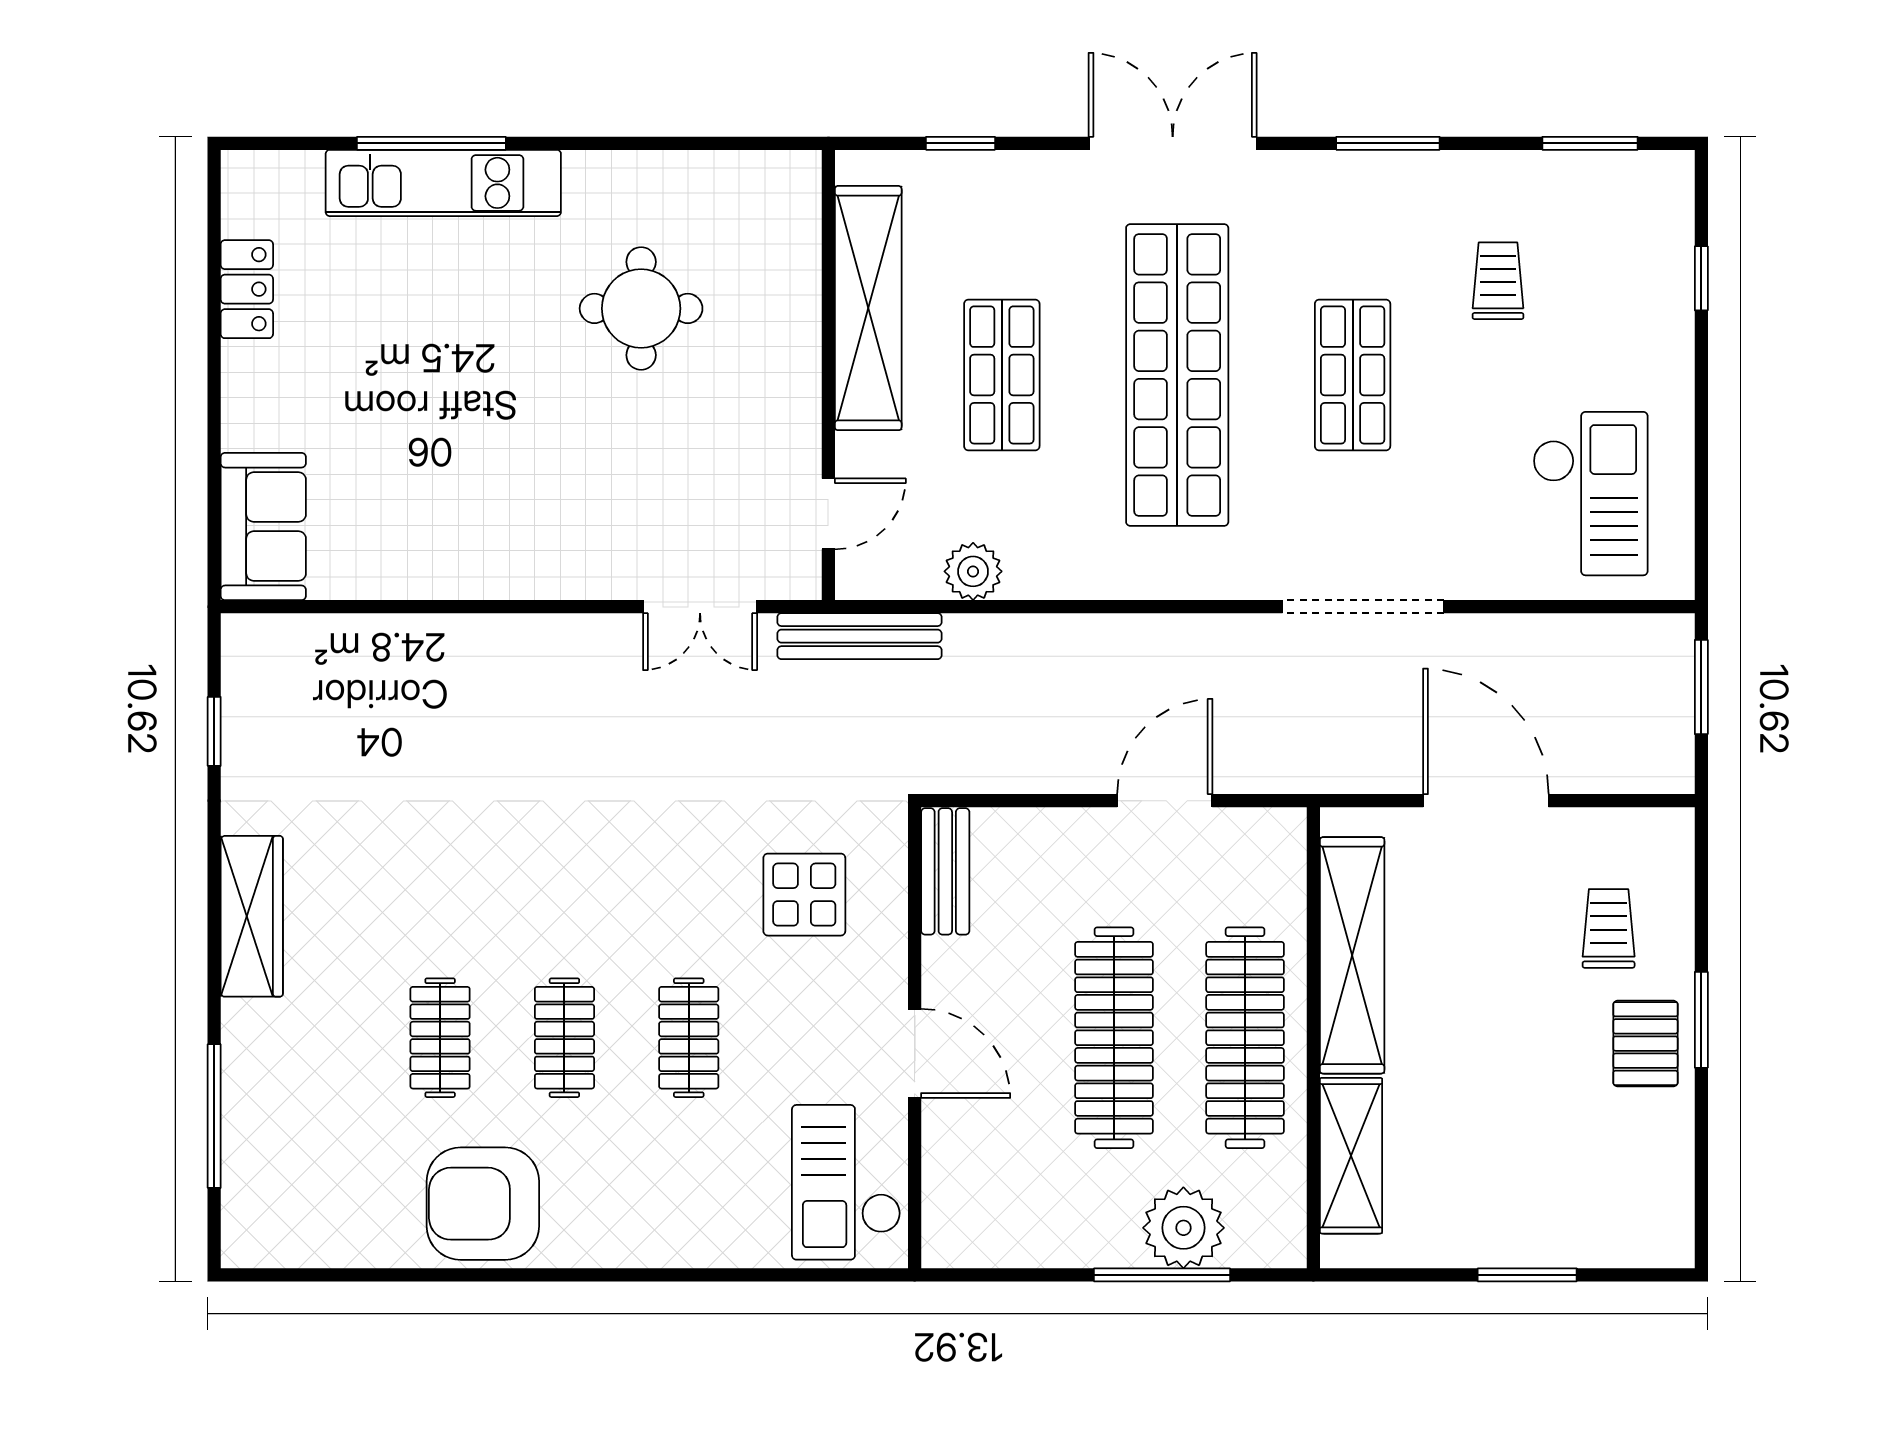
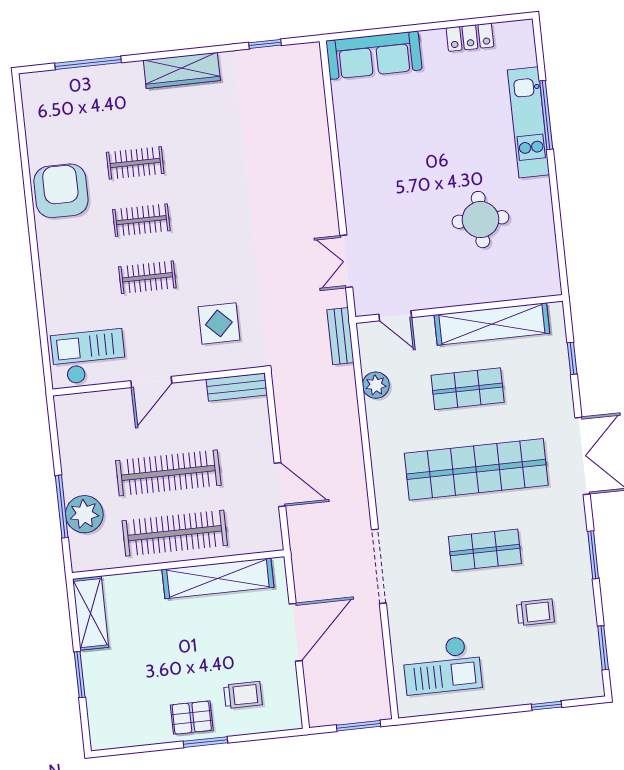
sofa: (263, 527) -> (374, 55), width x1.36
bench: (859, 636) -> (341, 336), width x0.73
shelving: (1351, 1156) -> (91, 613), moved, turned 90

